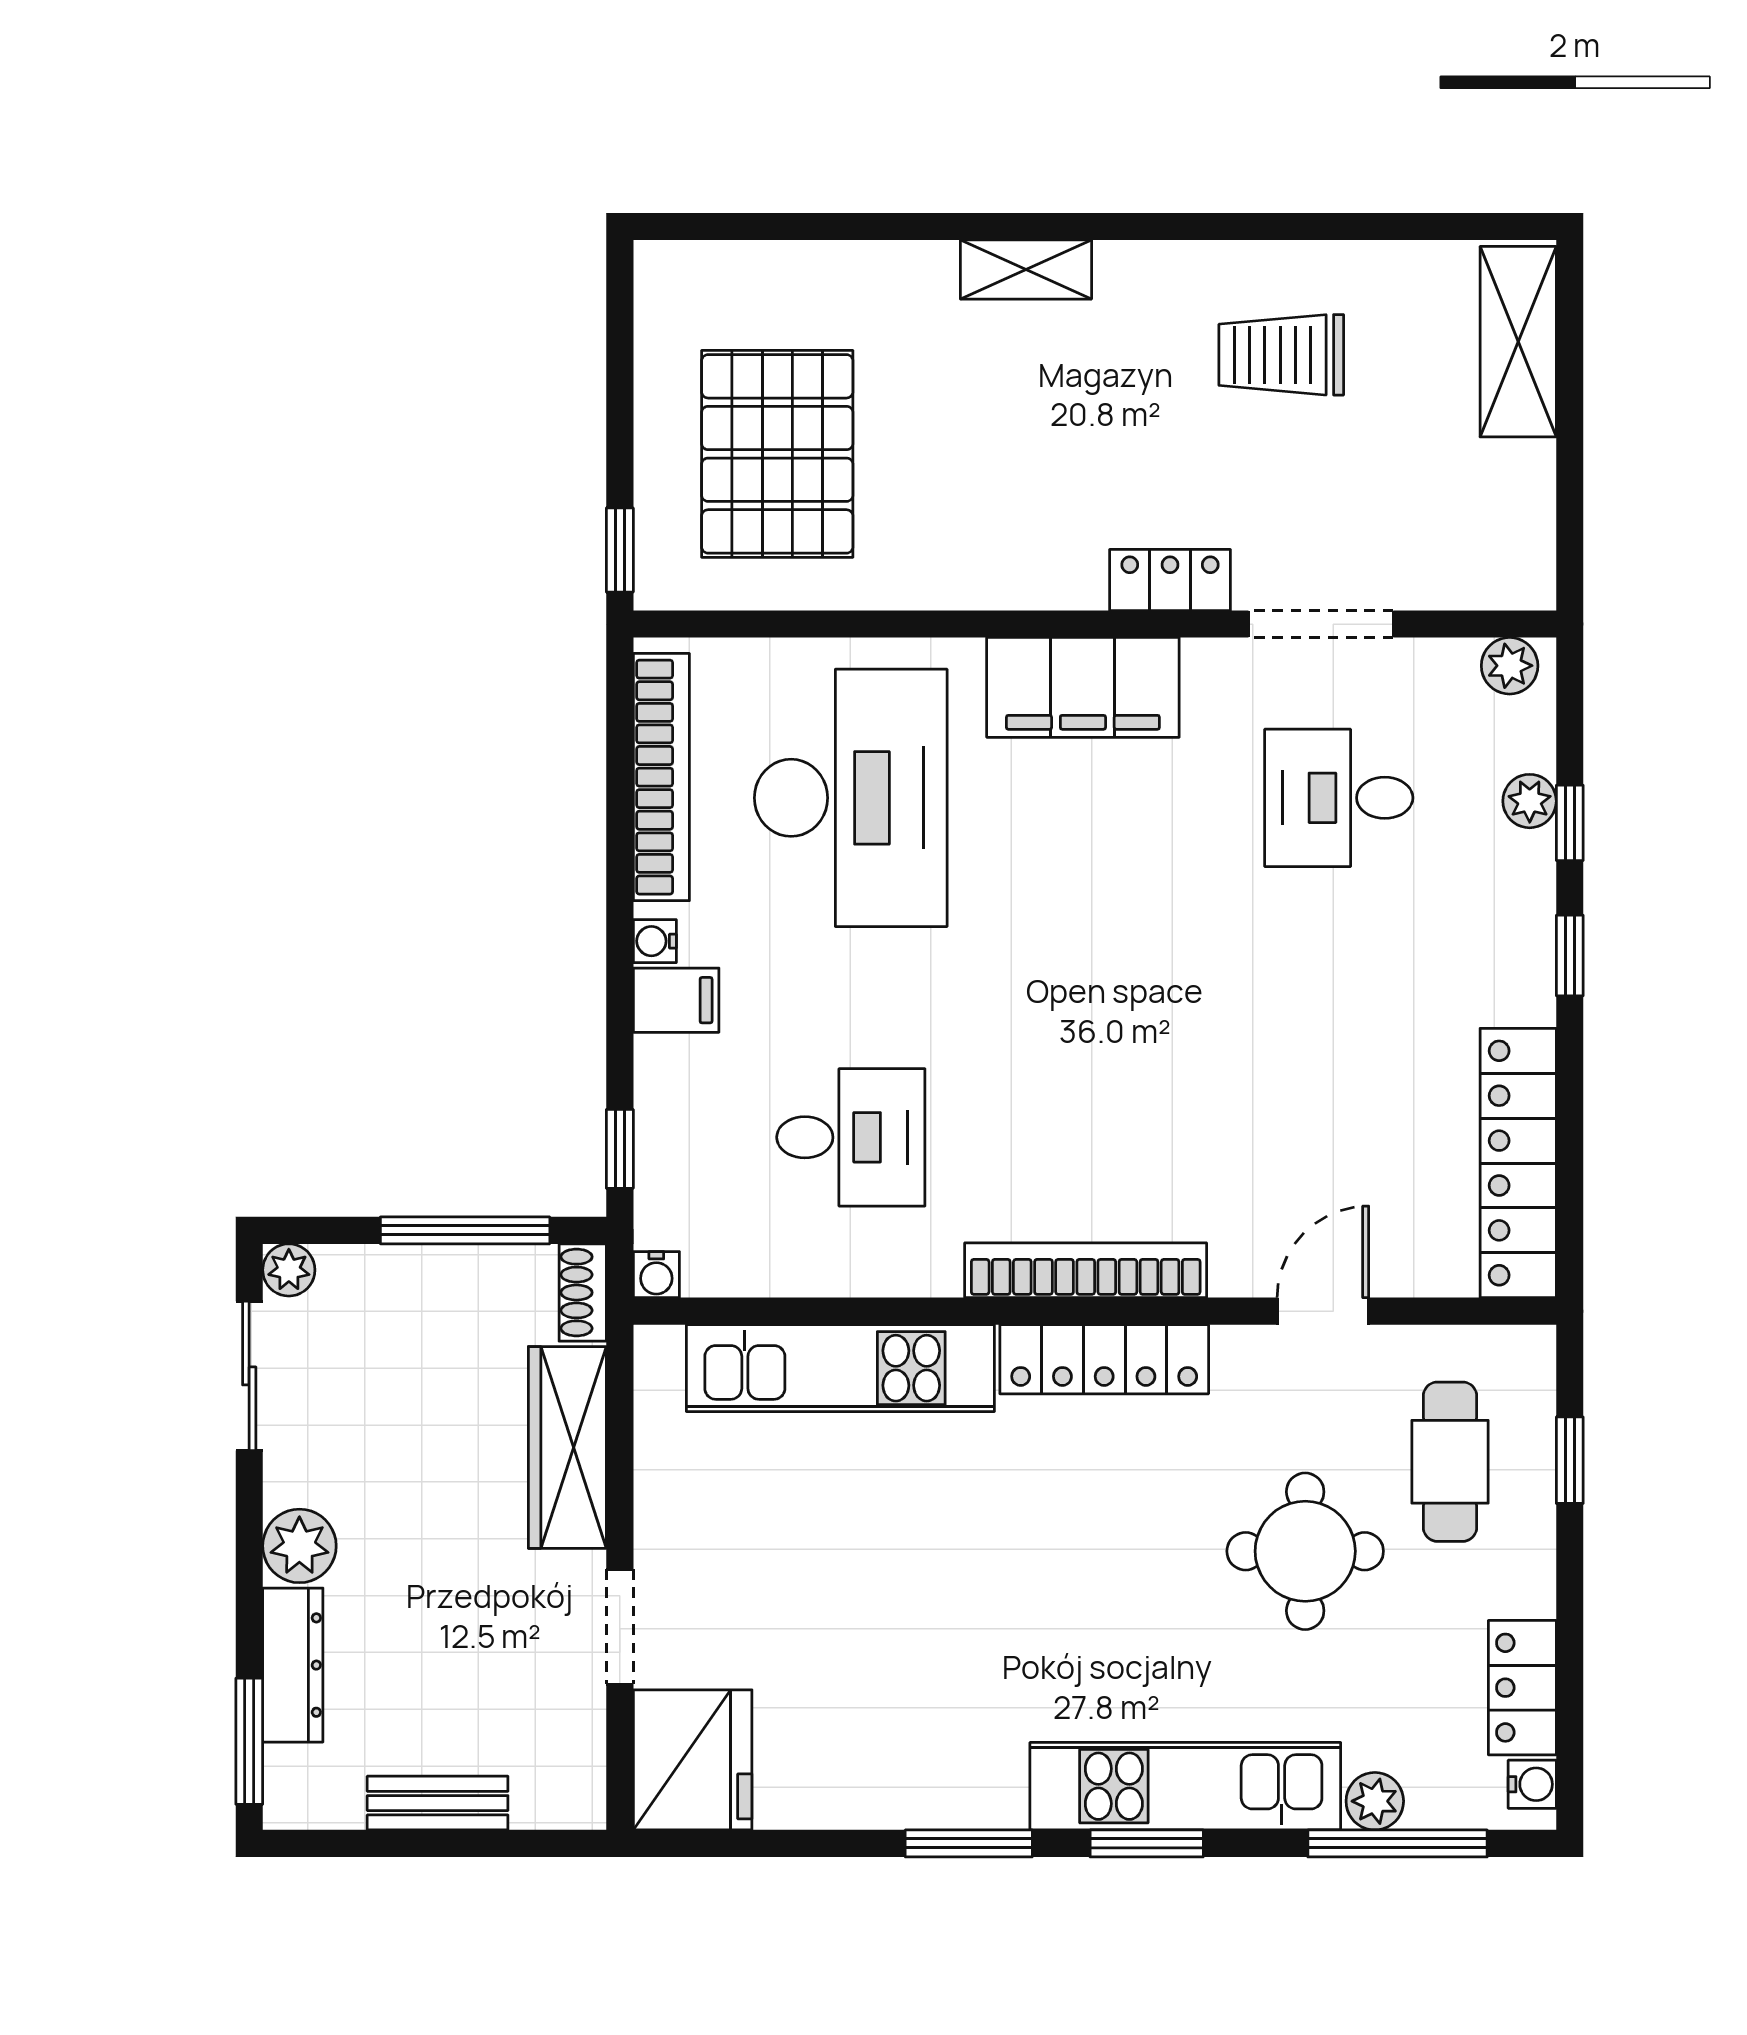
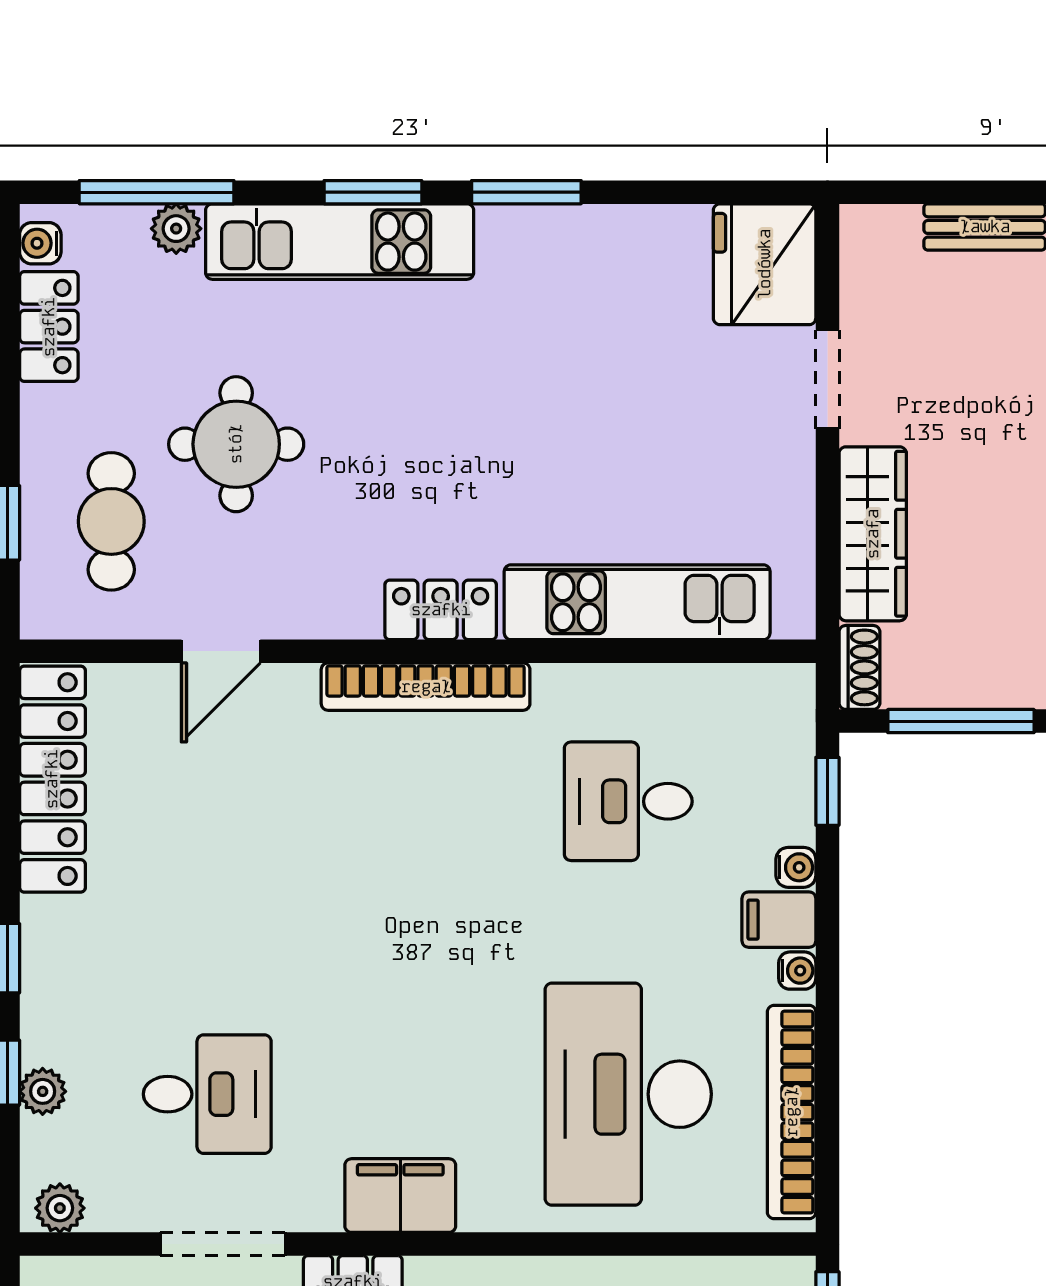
filing cabinet: (1083, 687) -> (400, 1196), width x0.67, depth x0.86
water cooler: (656, 1275) -> (796, 867), moved, turned 90
locker: (1104, 1359) -> (441, 610), width x0.66

